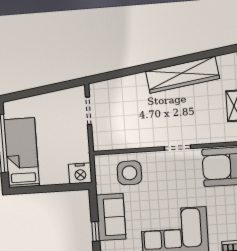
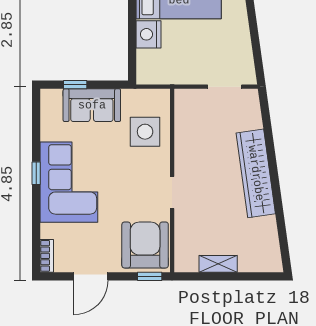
wardrobe: (182, 75) -> (256, 173), moved
nightstand: (80, 173) -> (148, 34), moved

